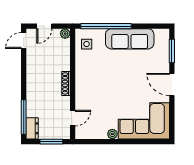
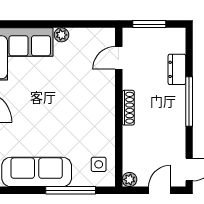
window: (106, 26) -> (71, 190), width x0.68
window: (24, 117) -> (189, 102), moved
dresser: (32, 128) -> (177, 69), moved

